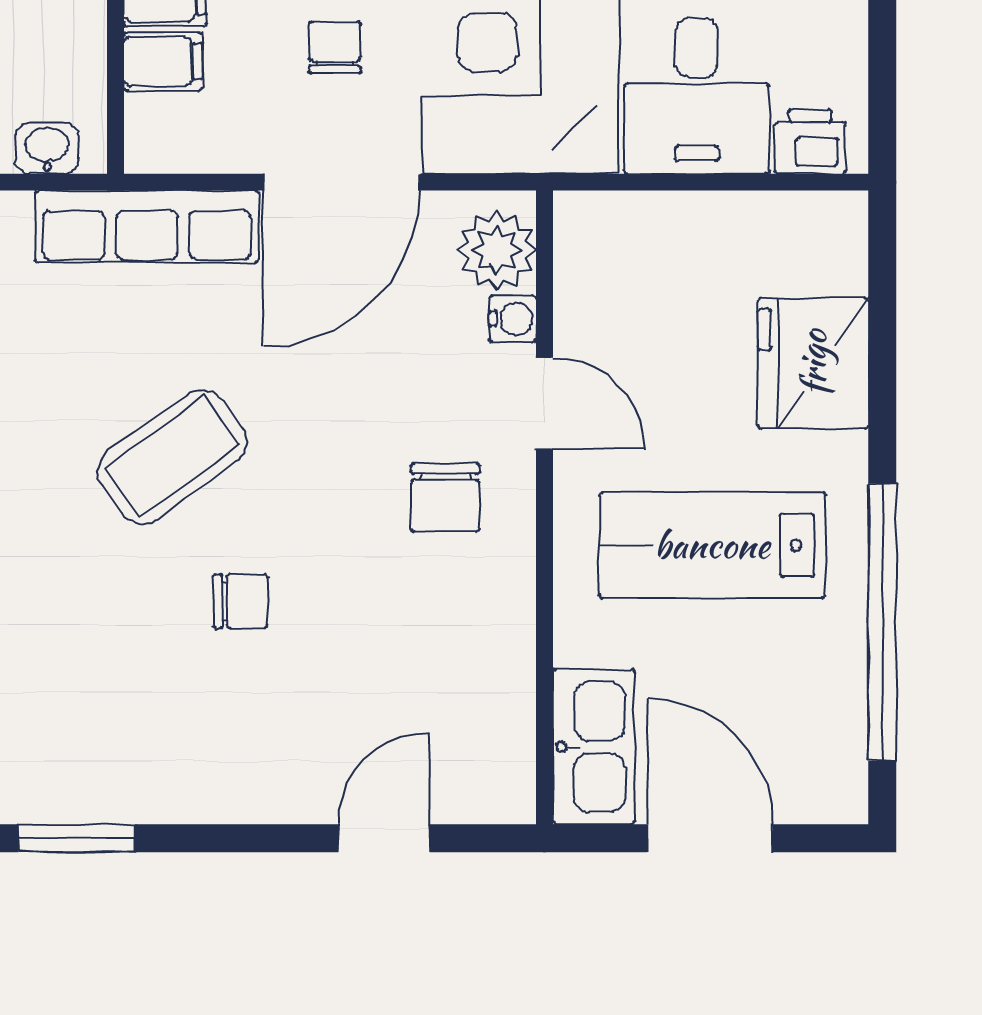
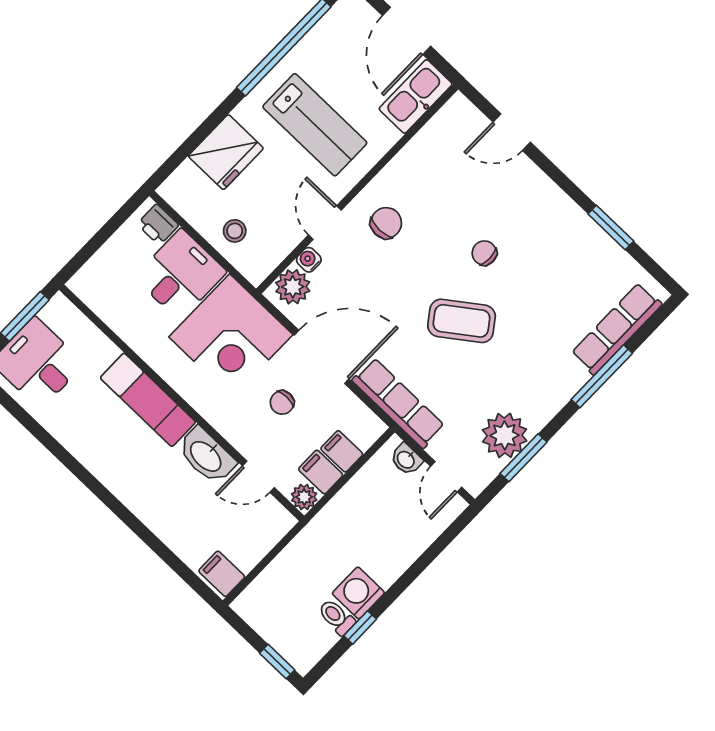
stool: (677, 250) -> (235, 231), added

